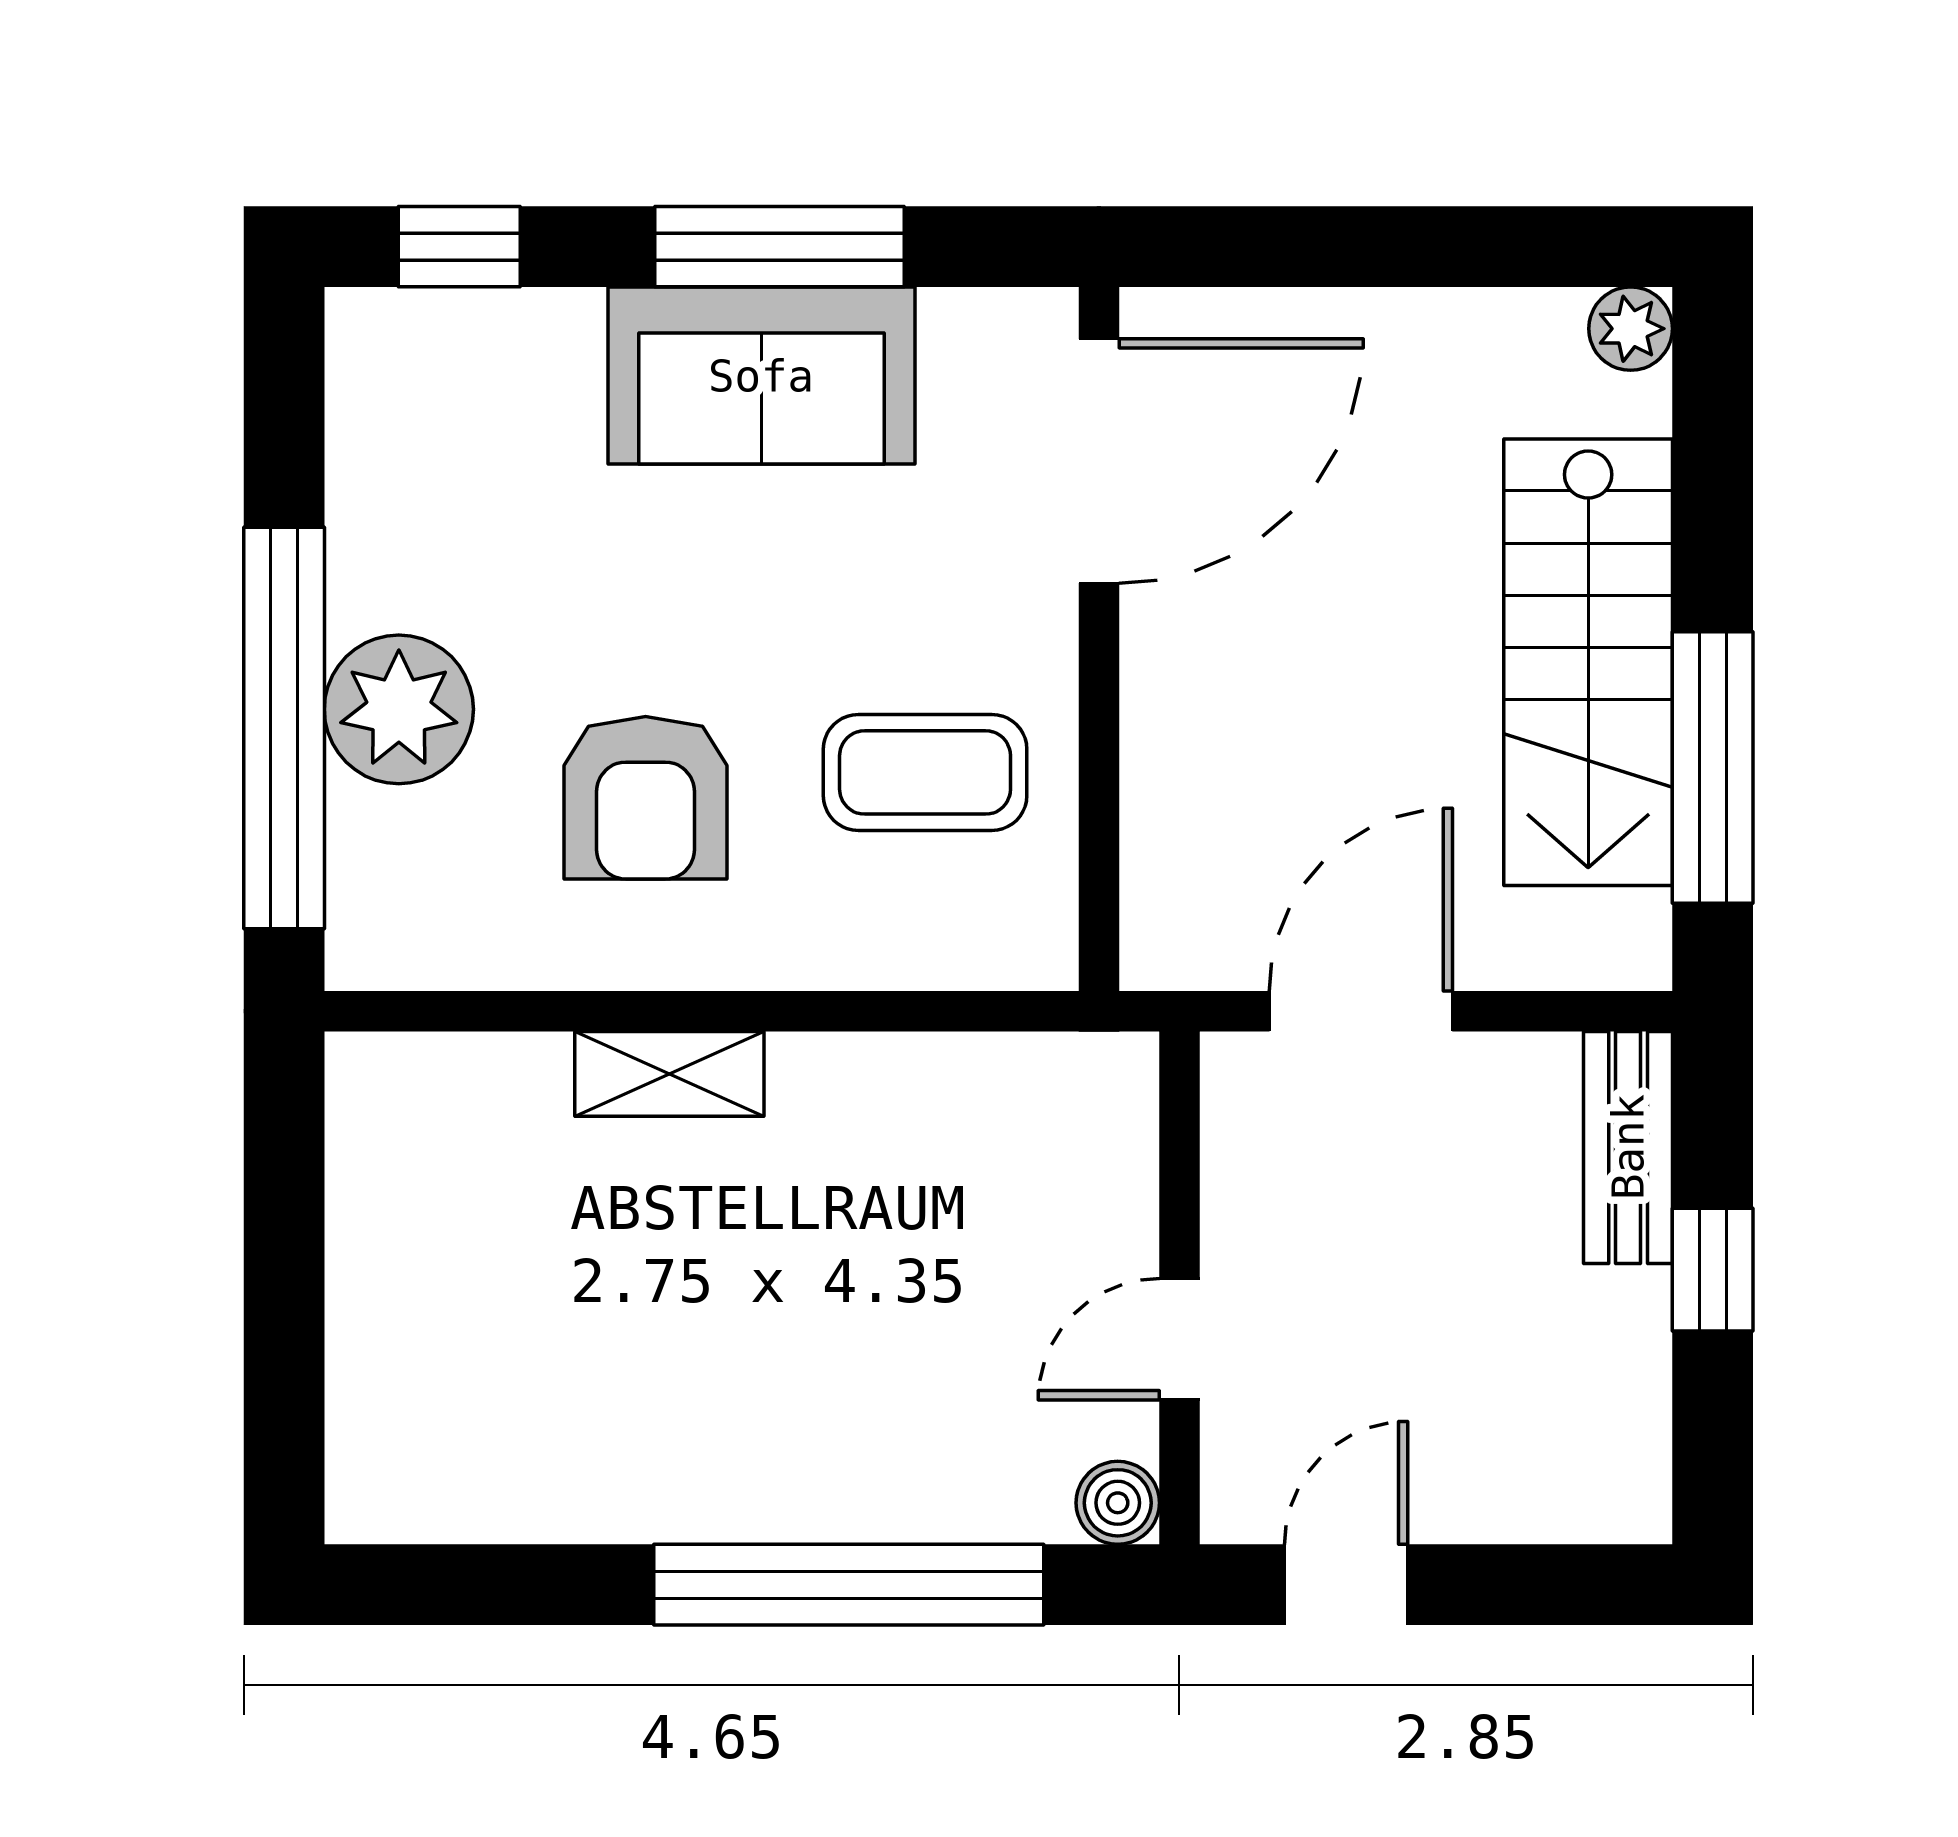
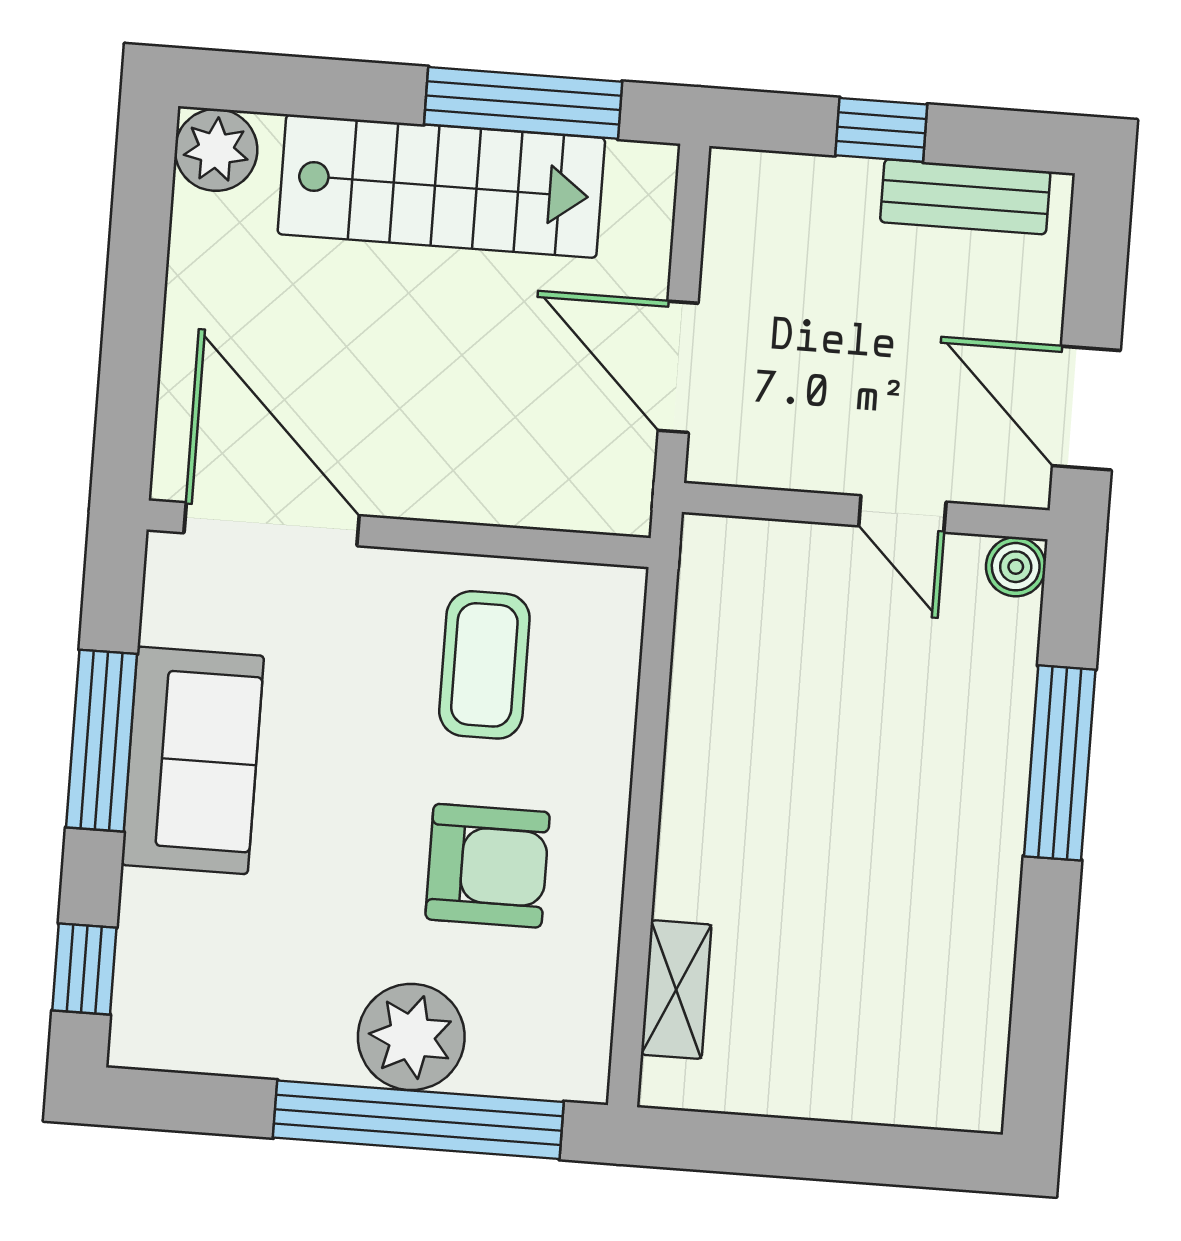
plant: (1631, 329) -> (216, 150), width x1.38, depth x1.38
shelving: (669, 1074) -> (676, 990), moved
bench: (1628, 1147) -> (965, 197), moved
window: (849, 1585) -> (1060, 763), width x0.68
door: (1346, 1585) -> (1086, 408), width x1.38

